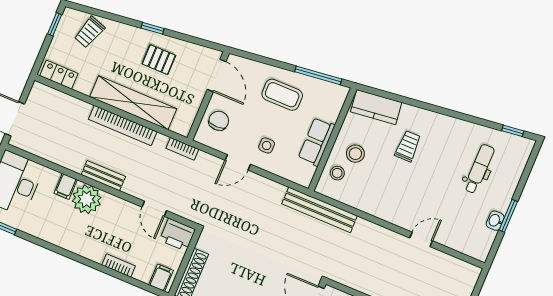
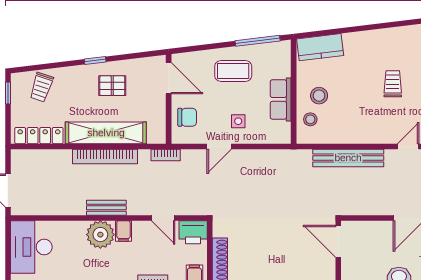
locker: (59, 75) -> (39, 136), width x1.53
chair: (219, 121) -> (187, 117), turned 90
trolley: (408, 146) -> (393, 84), moved
filing cabinet: (66, 186) -> (123, 231), moved
bench: (320, 210) -> (348, 158), moved

